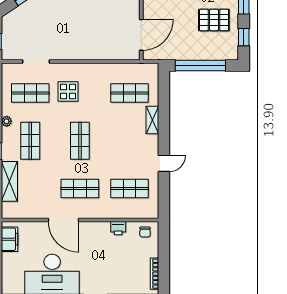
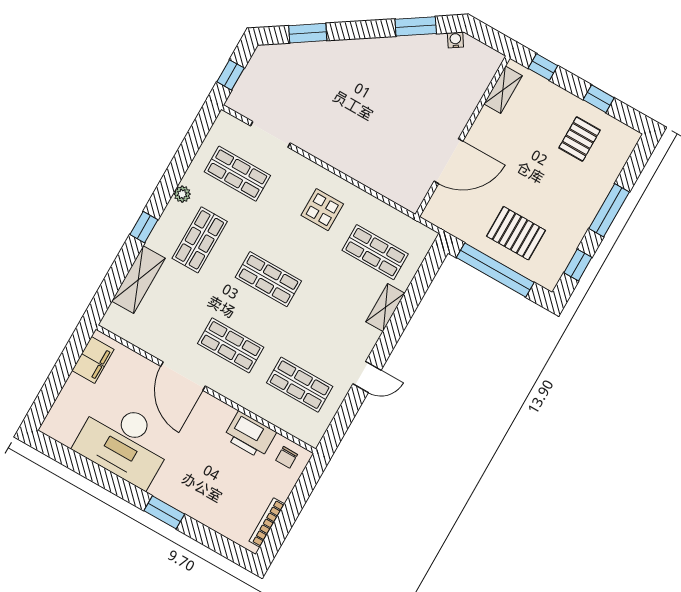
pallet: (214, 20) -> (516, 233), moved
door: (141, 35) -> (449, 161), moved
display table: (68, 92) -> (322, 210), moved
shop shelf: (80, 141) -> (268, 279), turned 90
printer: (118, 228) -> (250, 435), width x1.87, depth x1.48

